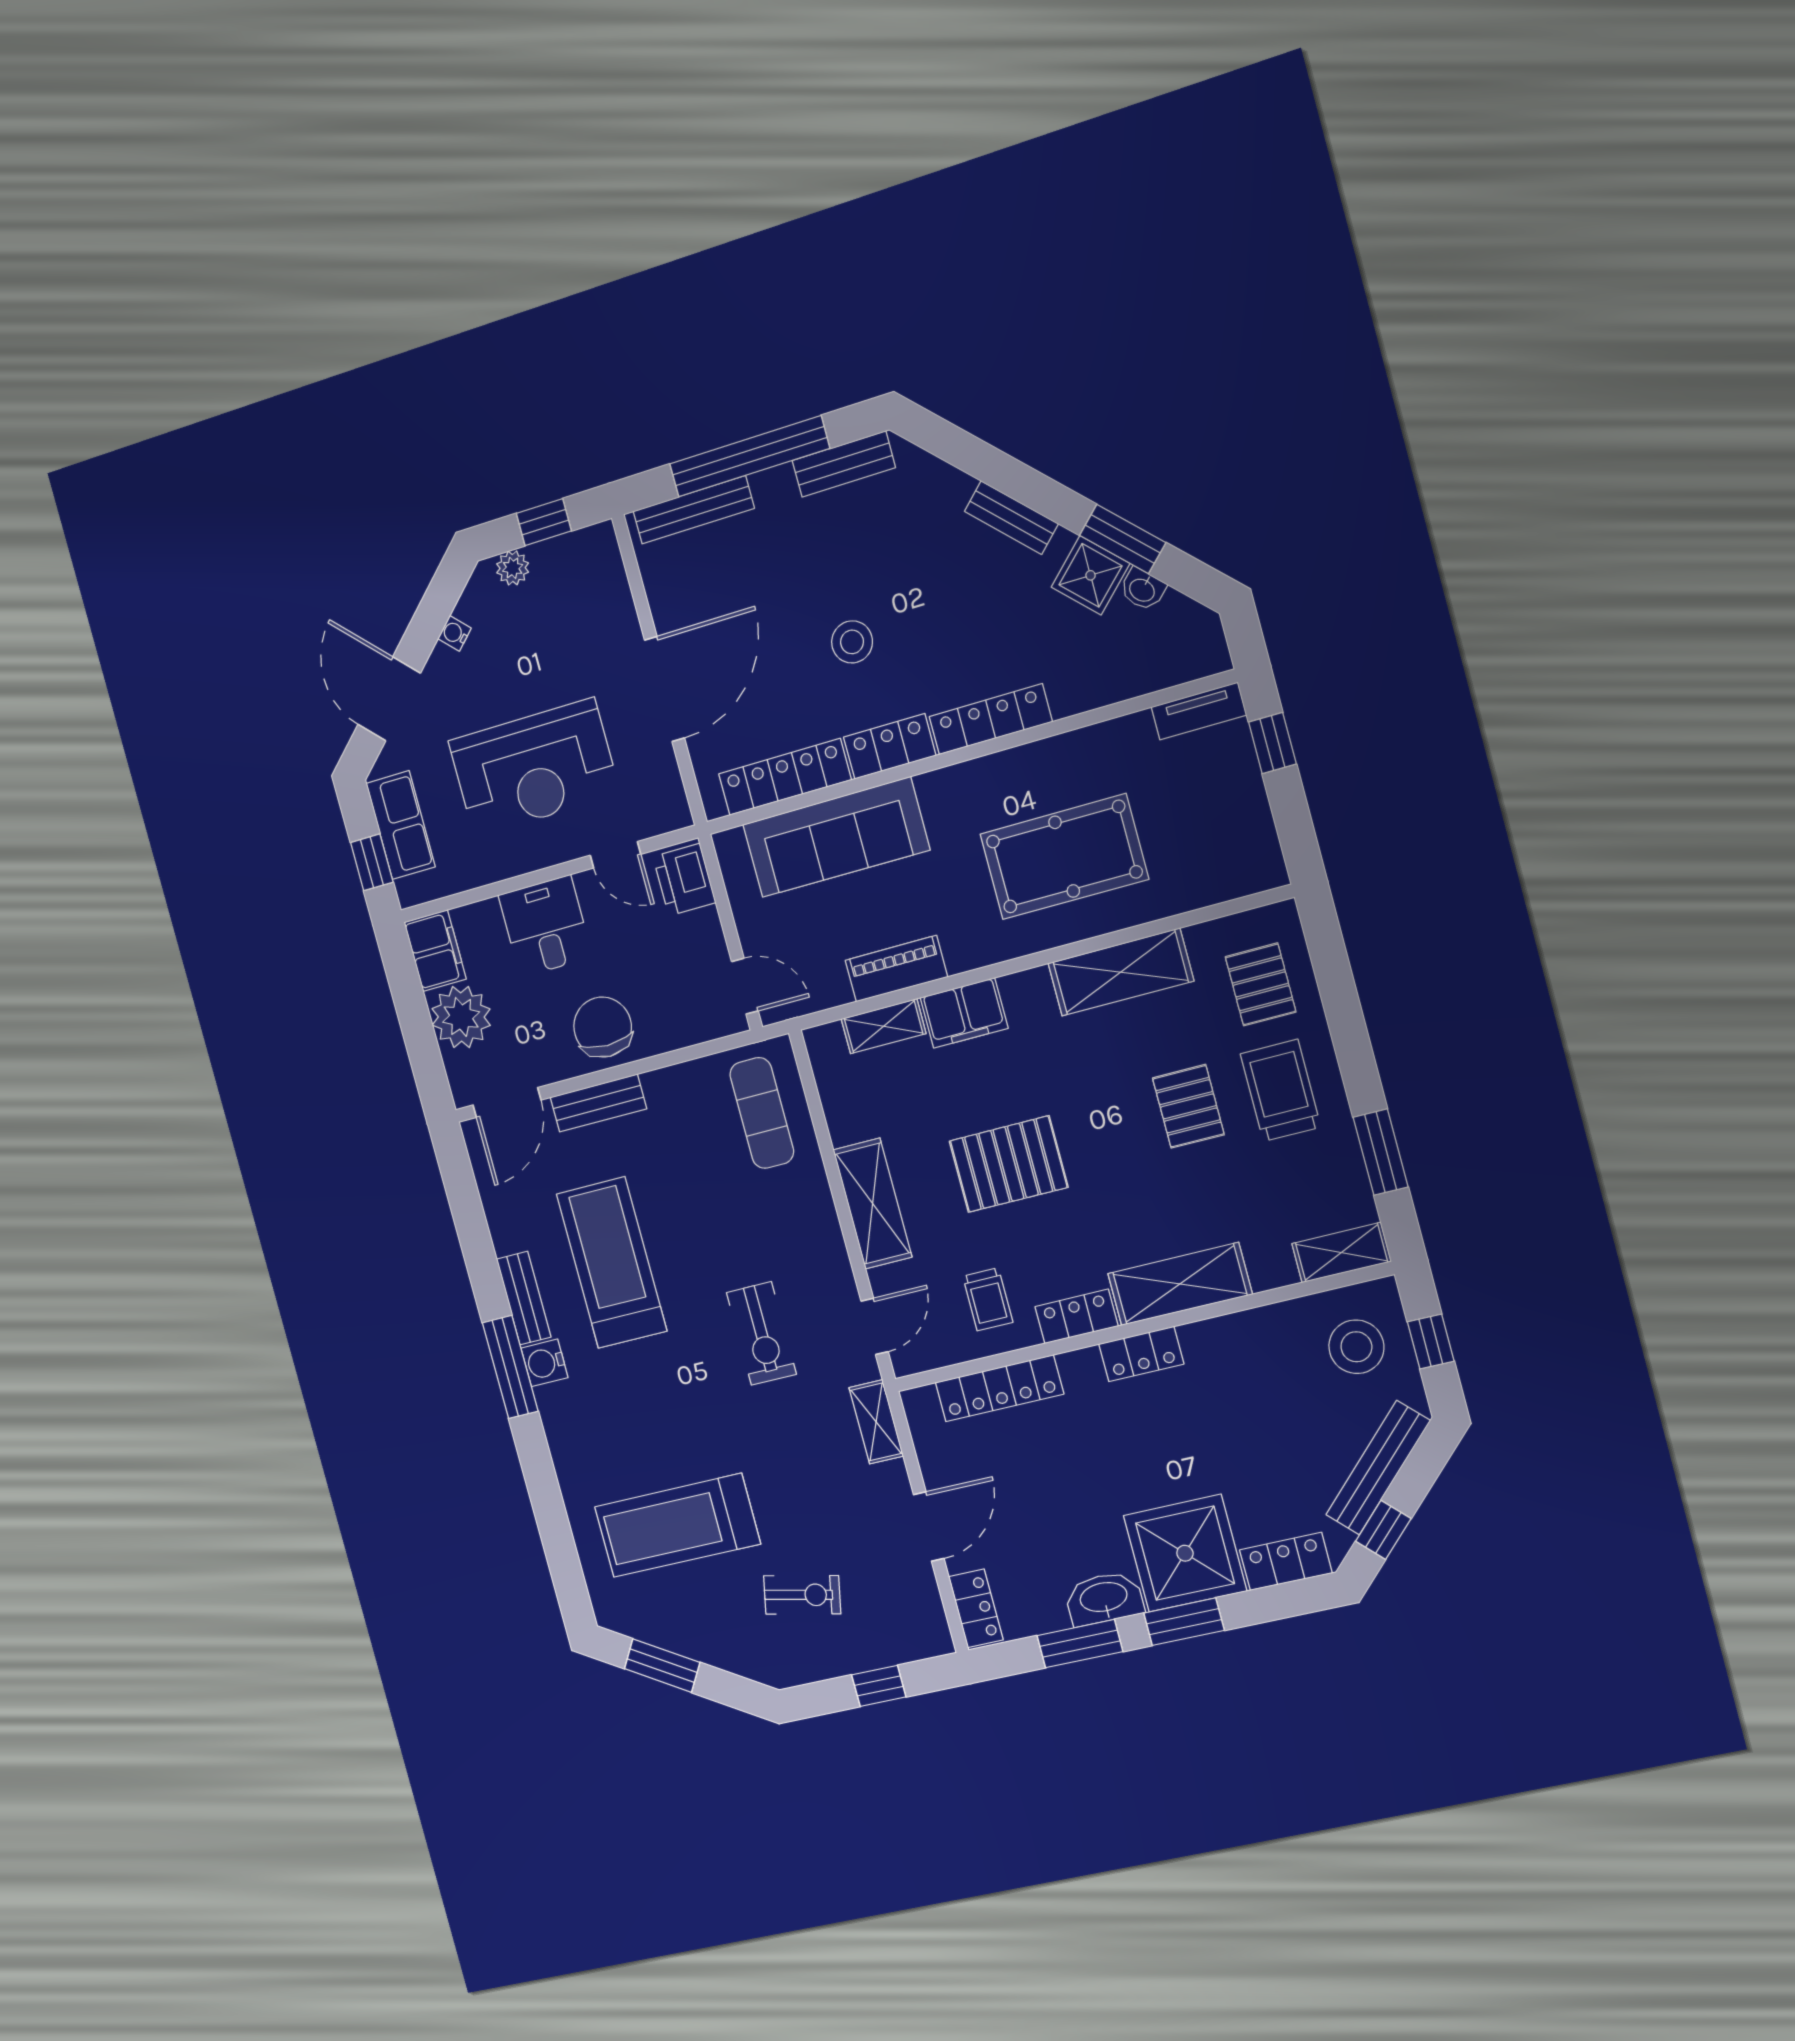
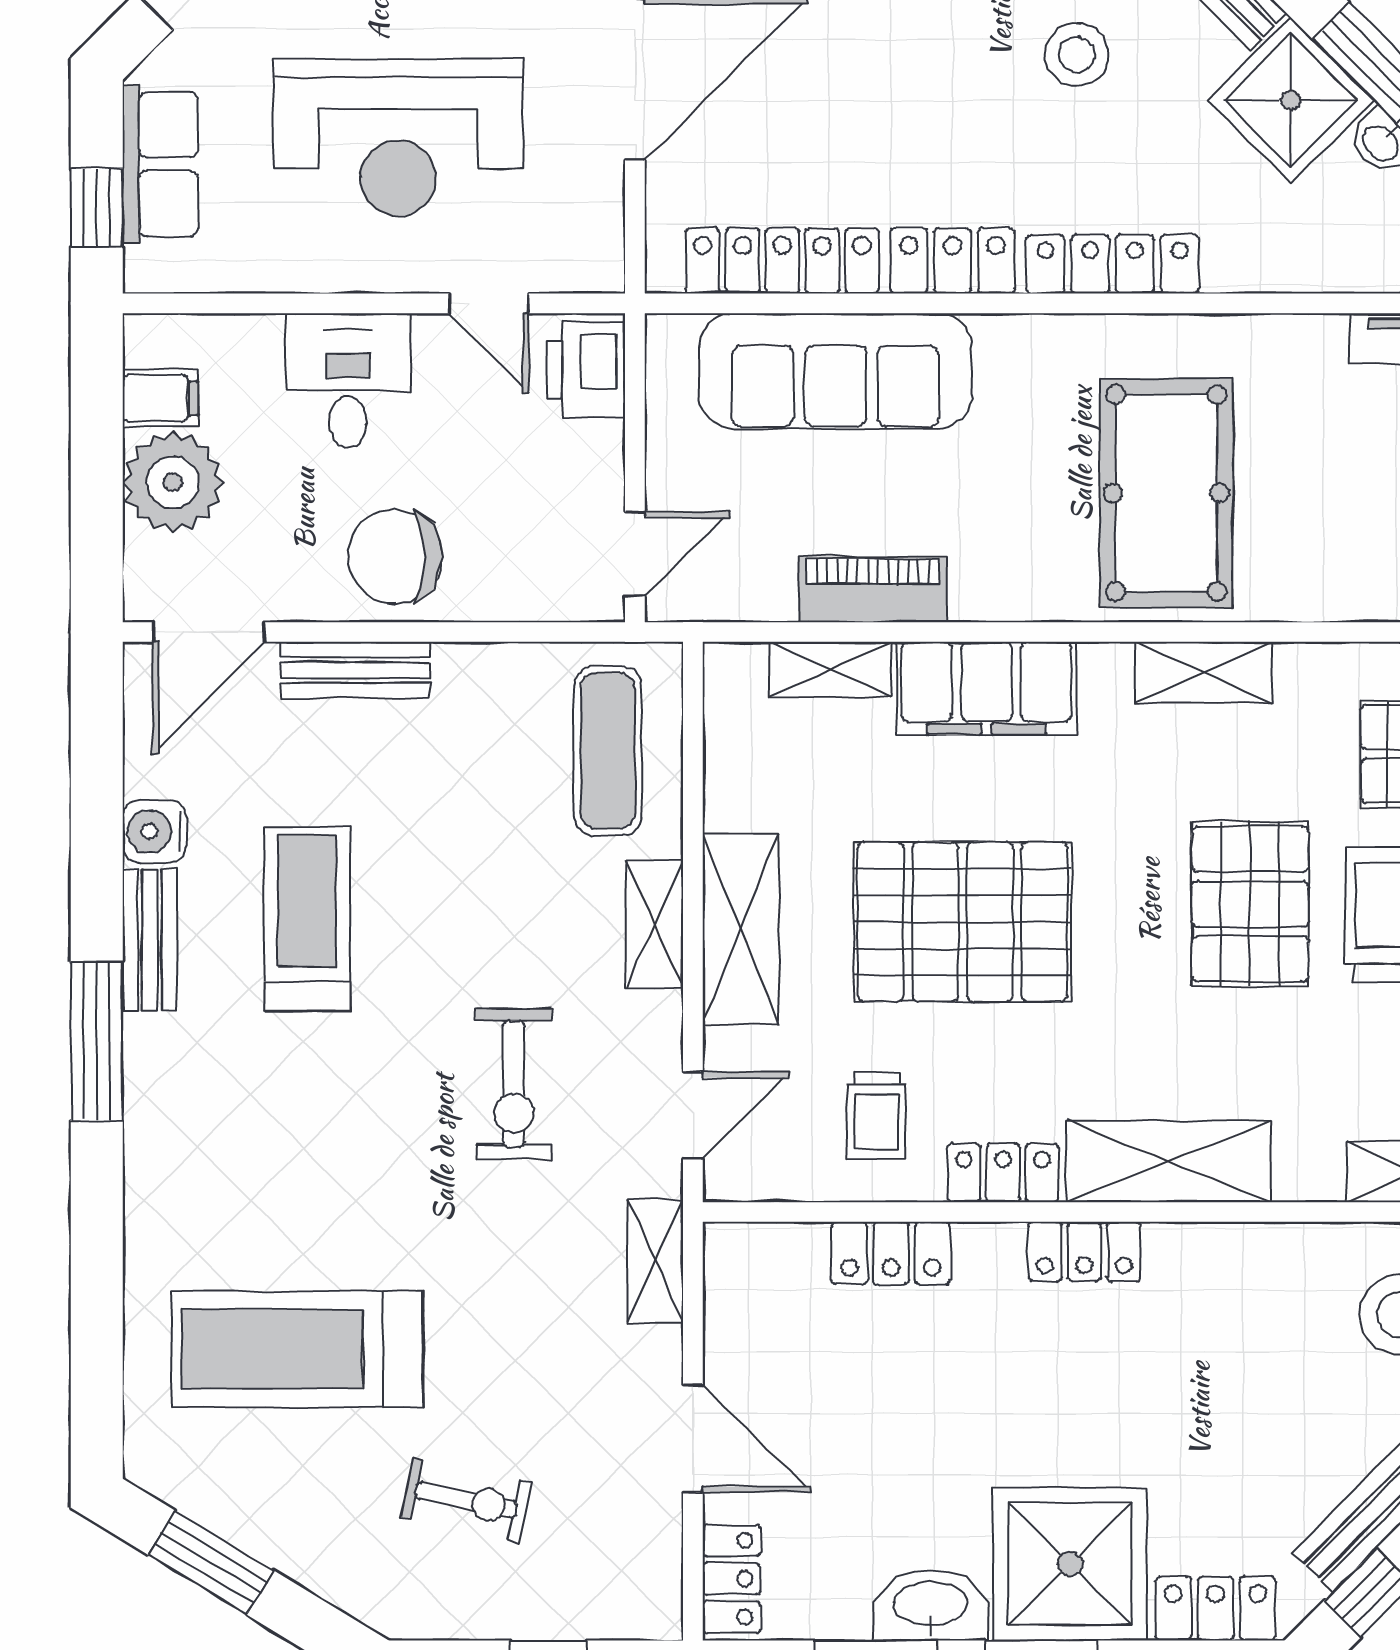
shower: (1090, 575) -> (1291, 100), width x1.36, depth x1.36
stool: (852, 642) -> (1077, 54), moved
pool table: (1064, 857) -> (1166, 493), turned 90
filing cabinet: (435, 951) -> (160, 398), width x0.50
shelving: (1121, 972) -> (1204, 673), width x0.67, depth x0.75
door: (745, 986) -> (635, 554), hinge flipped
filing cabinet: (964, 1013) -> (987, 688), width x1.50, depth x1.17
chair: (603, 1027) -> (395, 557), turned -90
pallet: (1188, 1106) -> (1250, 904), width x1.50, depth x1.42
pallet: (1009, 1164) -> (963, 922), width x1.37, depth x1.41
shelving: (819, 1213) -> (654, 924), added
treadmill: (612, 1263) -> (307, 919), width x0.73, depth x0.73
water cooler: (545, 1363) -> (155, 831), moved
locker: (999, 1388) -> (891, 1253), width x0.66
door: (929, 1527) -> (693, 1438), hinge flipped

